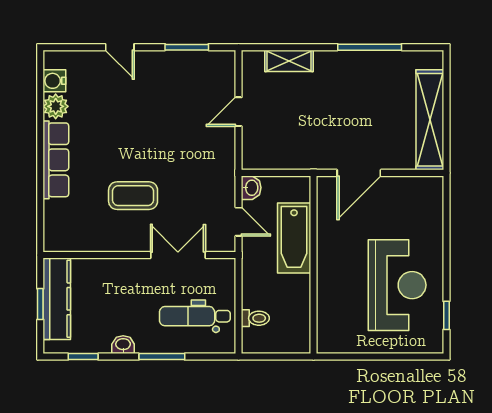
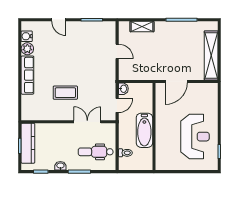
door: (239, 112) -> (117, 51), swing flipped
door: (239, 222) -> (117, 105), hinge flipped
bathtub: (294, 238) -> (144, 130), moved

